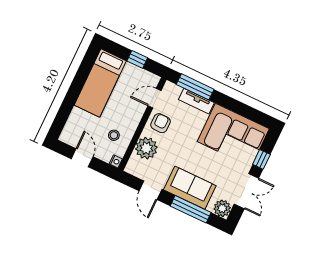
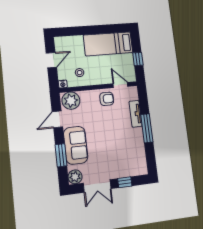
window: (195, 87) -> (147, 128), moved
corner sofa: (233, 135) -> (129, 153), removed
plant: (146, 148) -> (71, 101), moved
window: (191, 209) -> (61, 155), width x0.69

